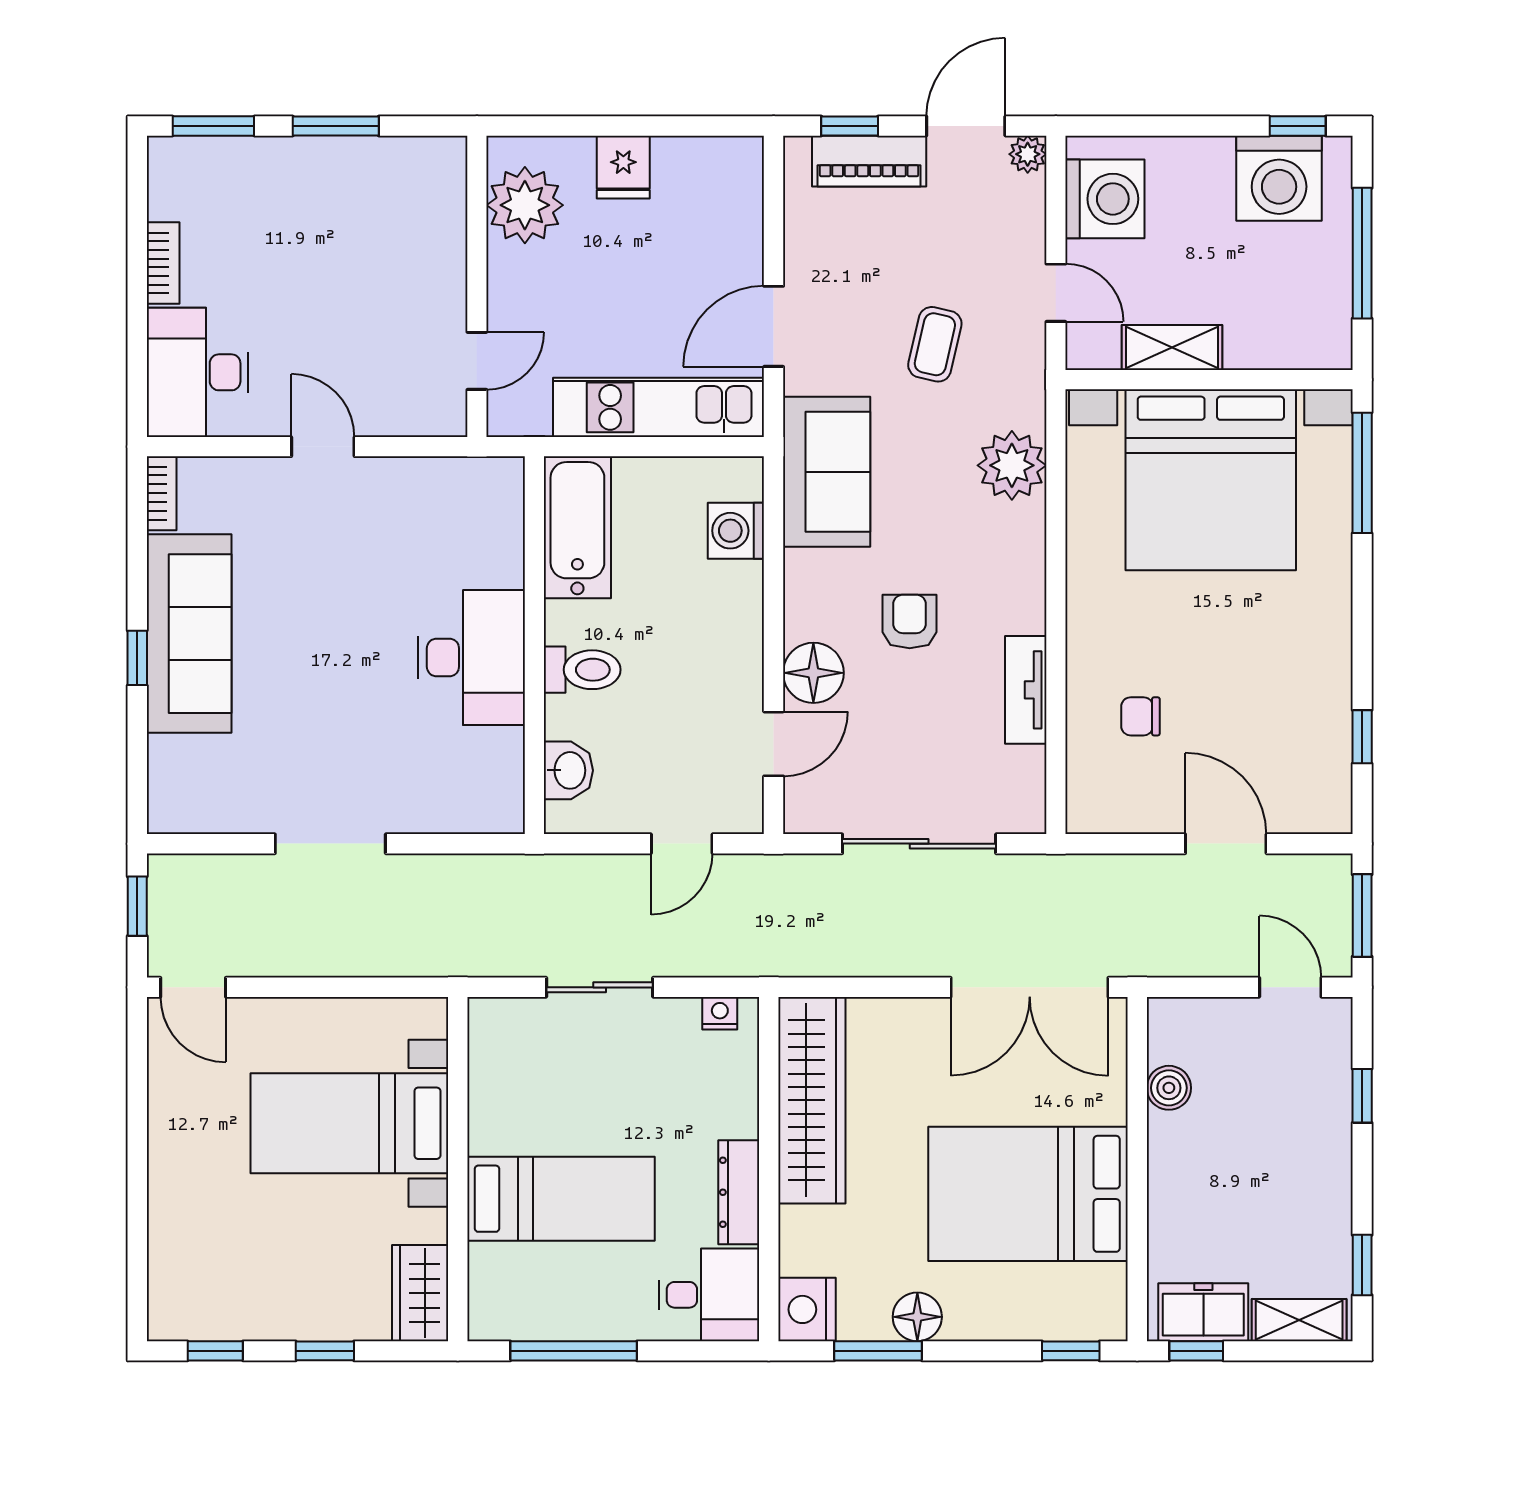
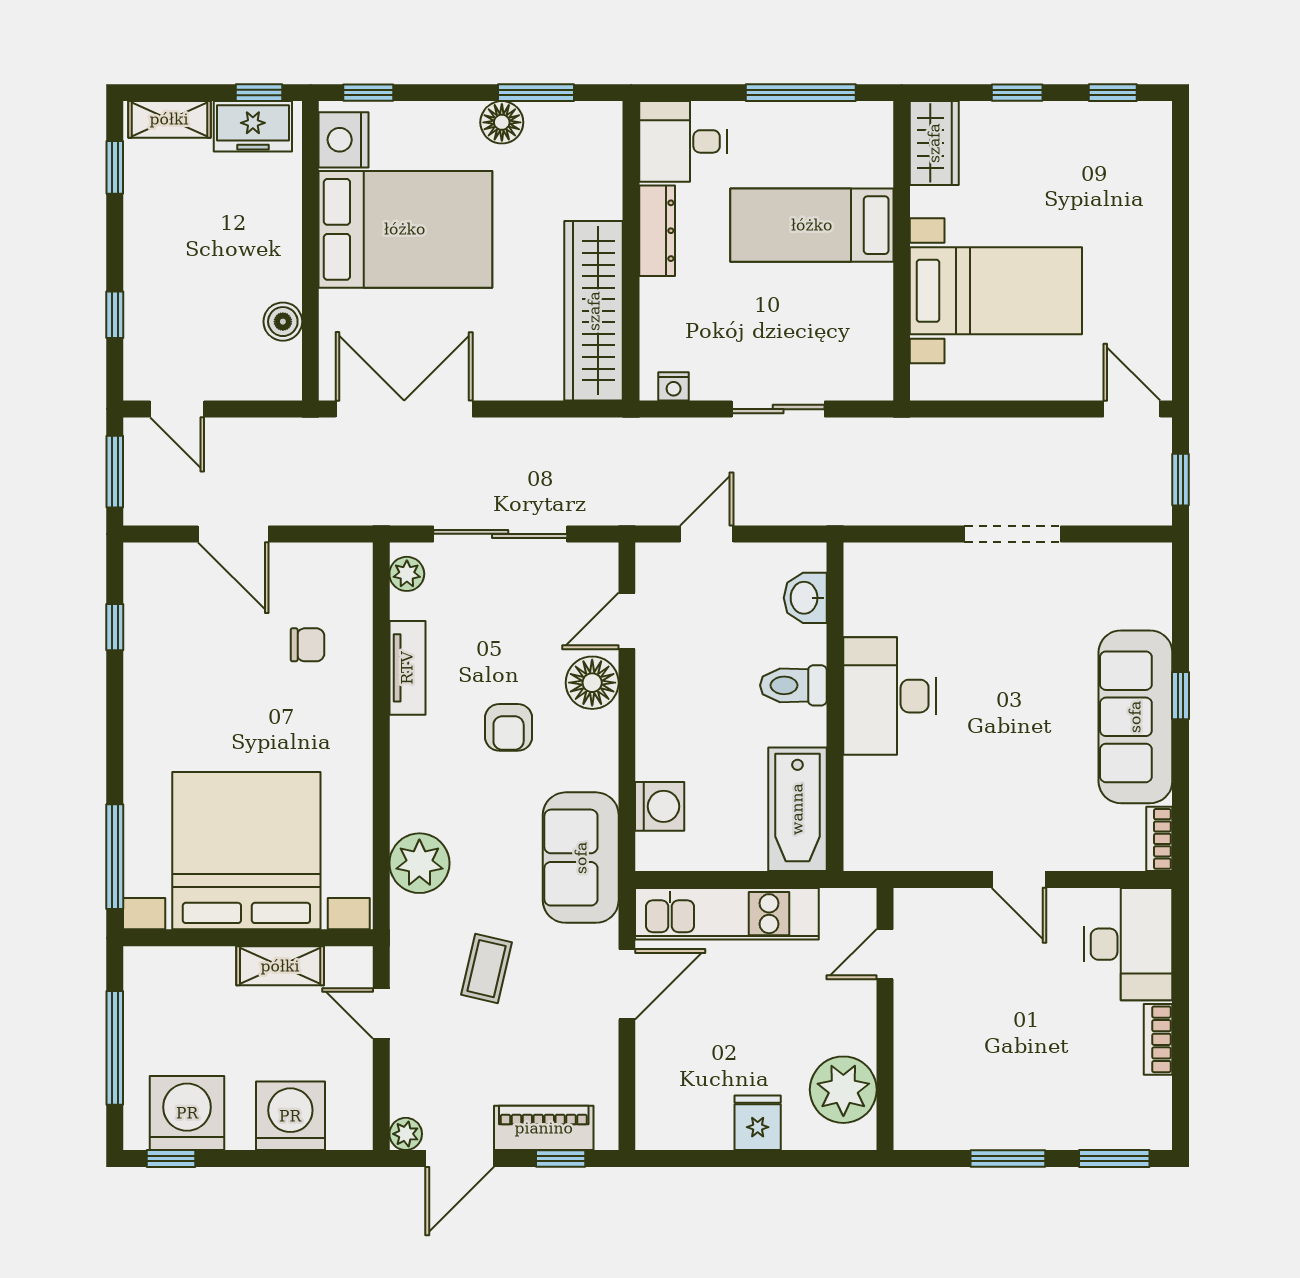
washing machine: (1105, 199) -> (290, 1116), moved, turned 90
plant: (1026, 798) -> (407, 574), added
nightstand: (807, 1309) -> (344, 140), moved, turned 180

